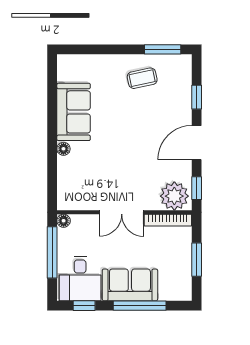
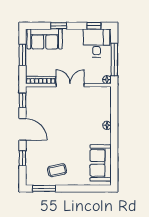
sofa: (74, 112) -> (101, 163), moved
door: (197, 143) -> (22, 129), hinge flipped
plant: (174, 196) -> (37, 95), removed
sofa: (130, 285) -> (45, 39), moved
window: (140, 306) -> (59, 26), width x0.46

